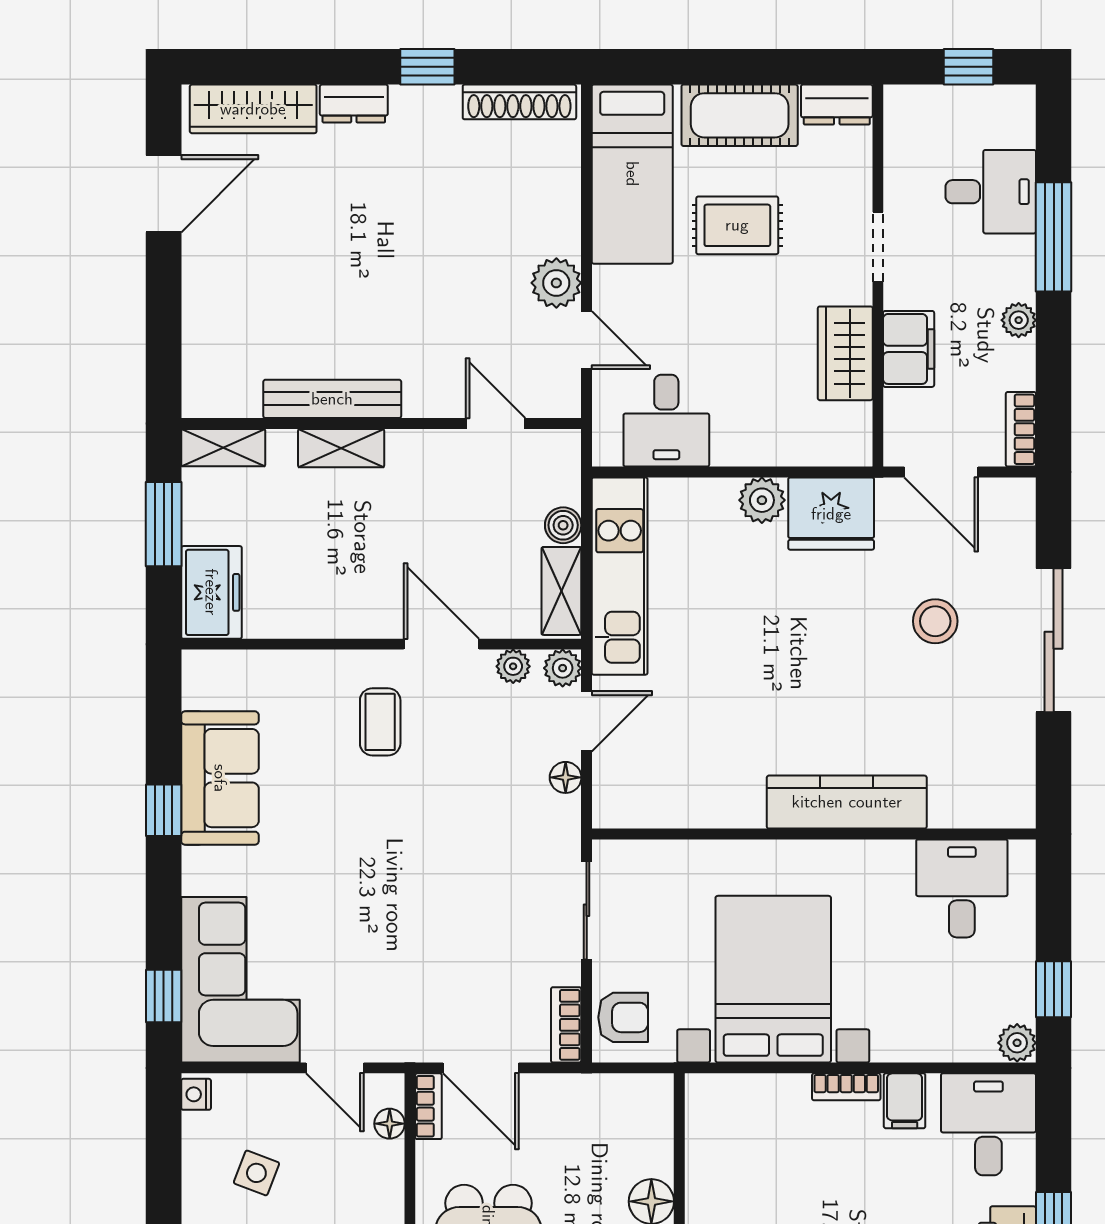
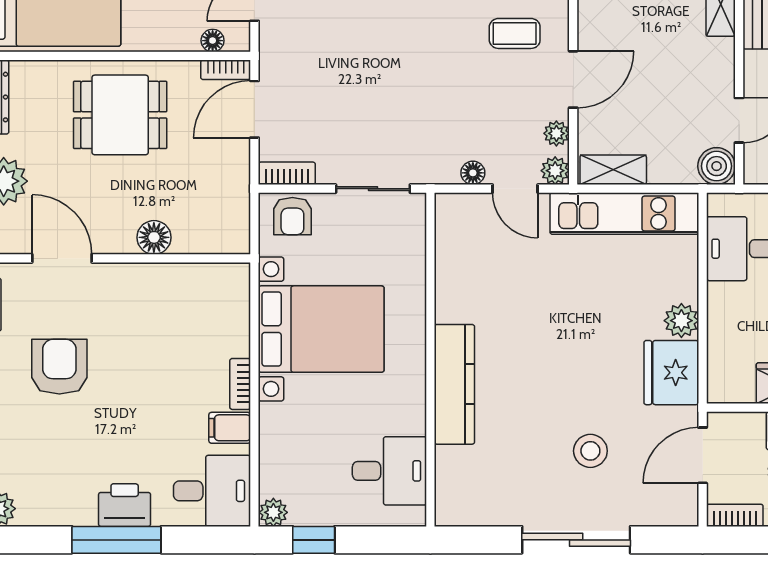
boiler: (563, 525) -> (717, 166), moved, width x1.36, depth x1.36

